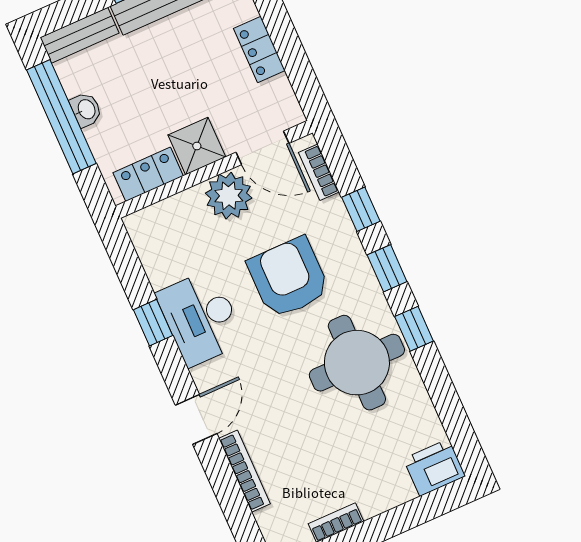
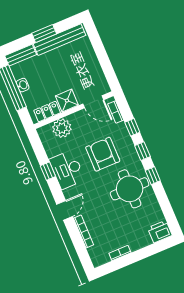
locker: (259, 50) -> (93, 62), removed
plant: (229, 196) -> (62, 128), moved

